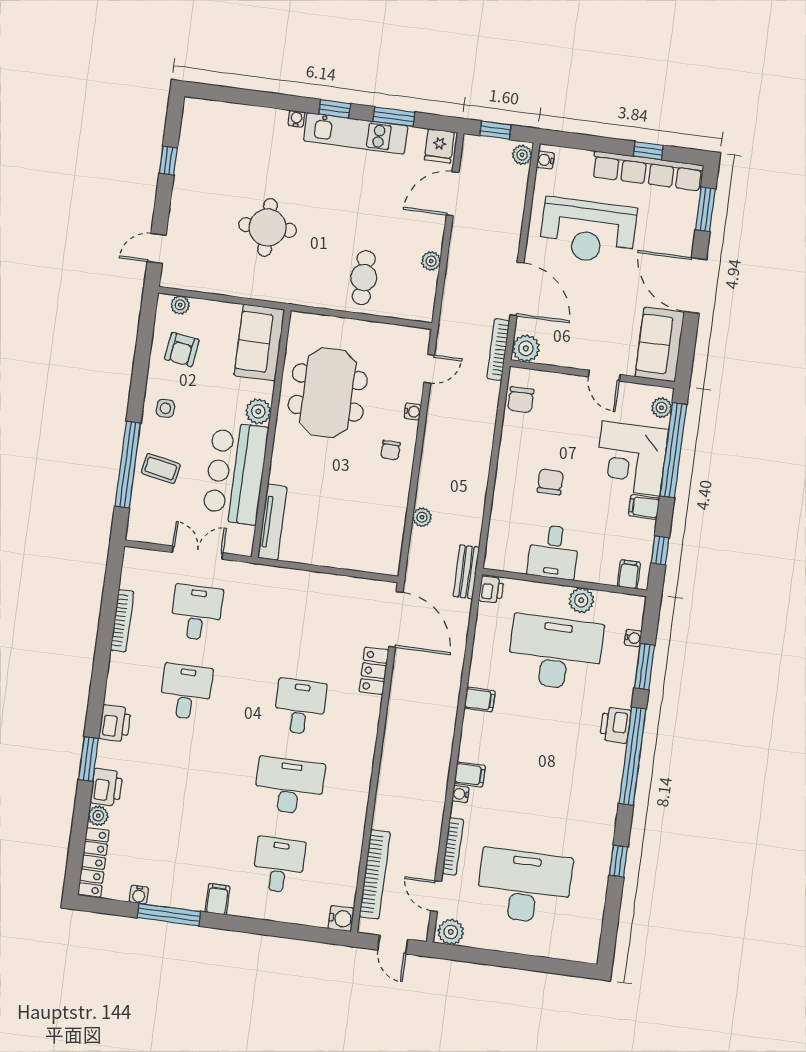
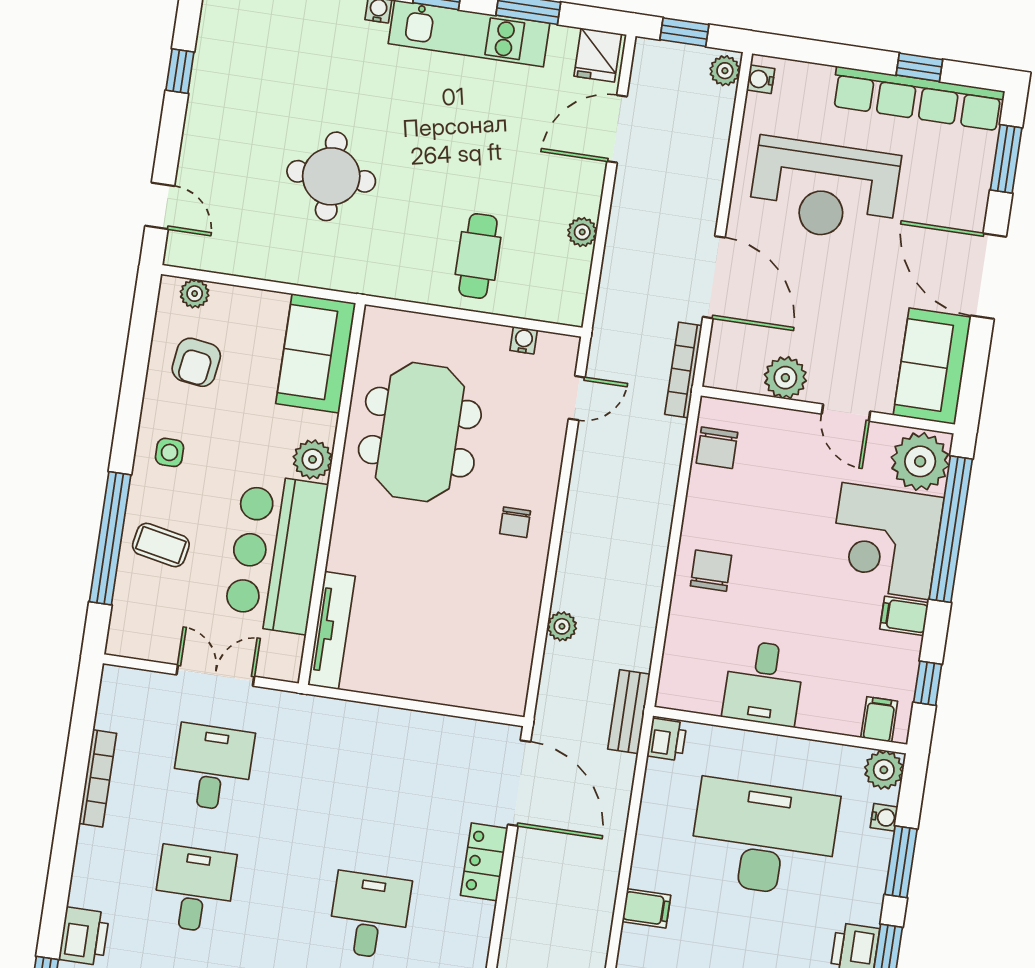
door: (157, 248) -> (160, 206), swing flipped
plant: (526, 348) -> (785, 378), moved
plant: (662, 408) -> (920, 461), width x1.87, depth x1.87
water cooler: (413, 412) -> (524, 340), moved, turned -90
chair: (550, 482) -> (711, 571), moved
plant: (581, 600) -> (884, 770), moved

